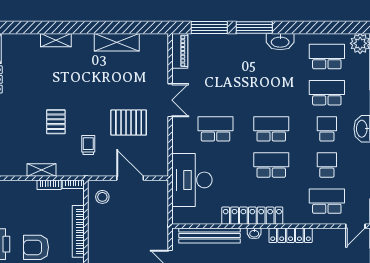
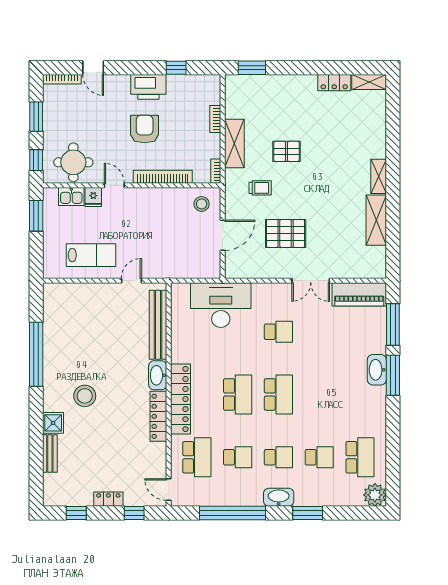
shelving: (56, 40) -> (379, 176), moved
washbasin: (280, 42) -> (377, 370), moved
piano: (180, 51) -> (359, 294), width x1.37, depth x1.33
school desk: (327, 93) -> (319, 457), width x0.54
pallet: (129, 123) -> (286, 233), turned 90
school desk: (216, 129) -> (278, 332), width x0.54
shelving: (42, 170) -> (234, 143), width x1.50, depth x1.33
bookcase: (49, 185) -> (215, 119), moved
locker: (252, 216) -> (180, 399), moved
washbasin: (254, 233) -> (158, 375), width x1.91, depth x1.45

